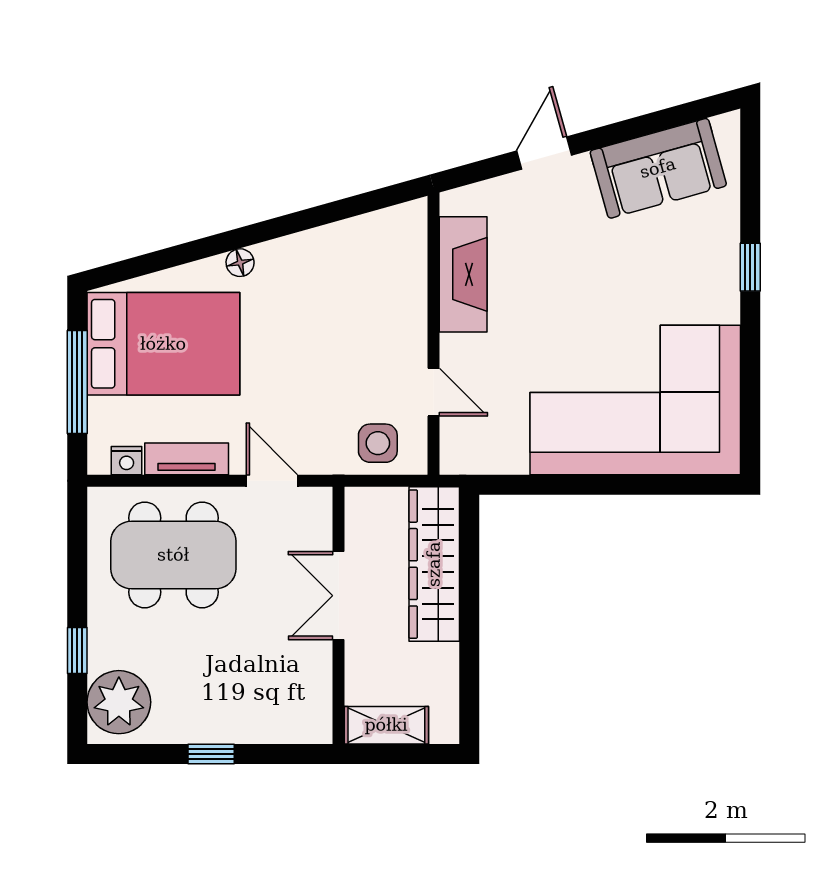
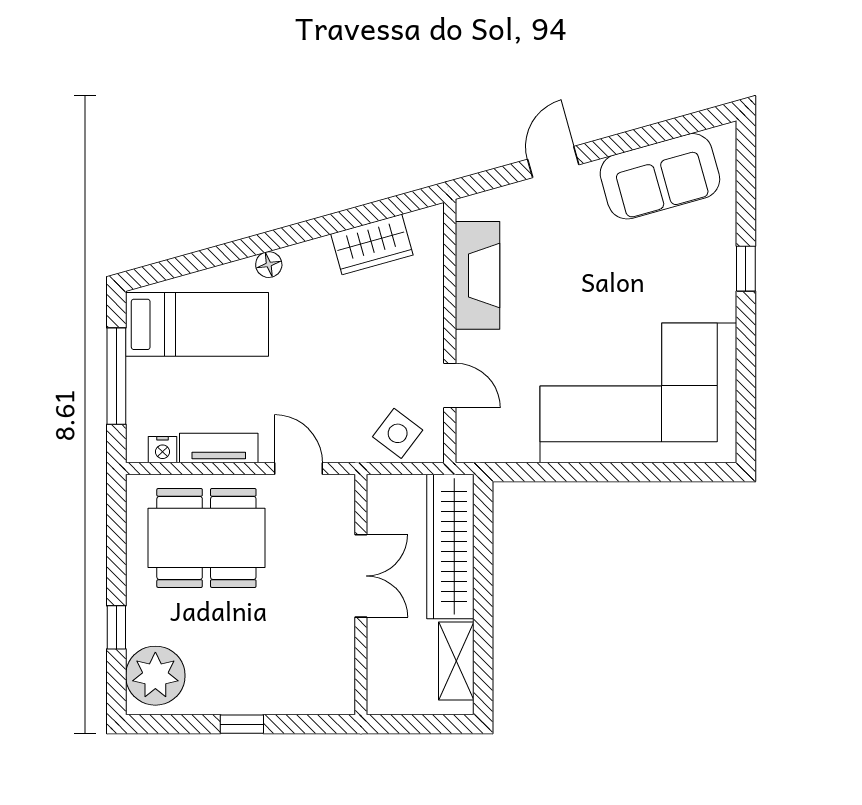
wardrobe: (350, 241) -> (372, 244), added
bed: (163, 344) -> (197, 324), width x0.67
side table: (378, 443) -> (398, 433), turned 37
double door: (339, 596) -> (361, 576), swing flipped
shelving: (386, 725) -> (456, 661), moved, turned 90

